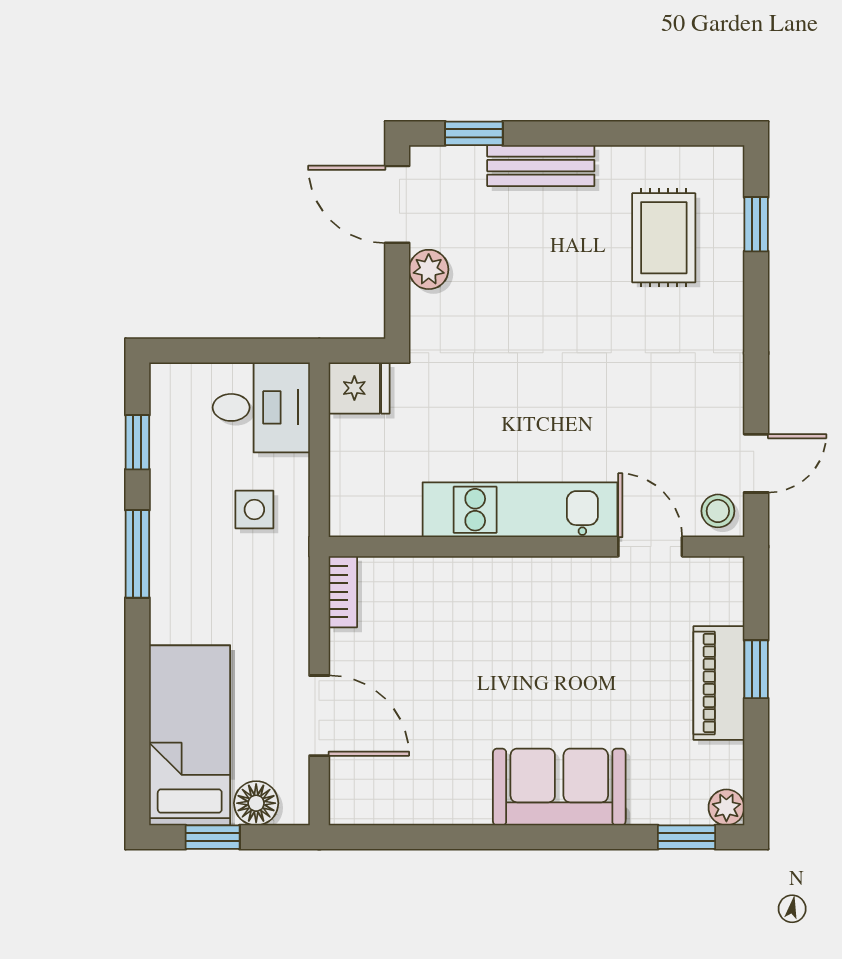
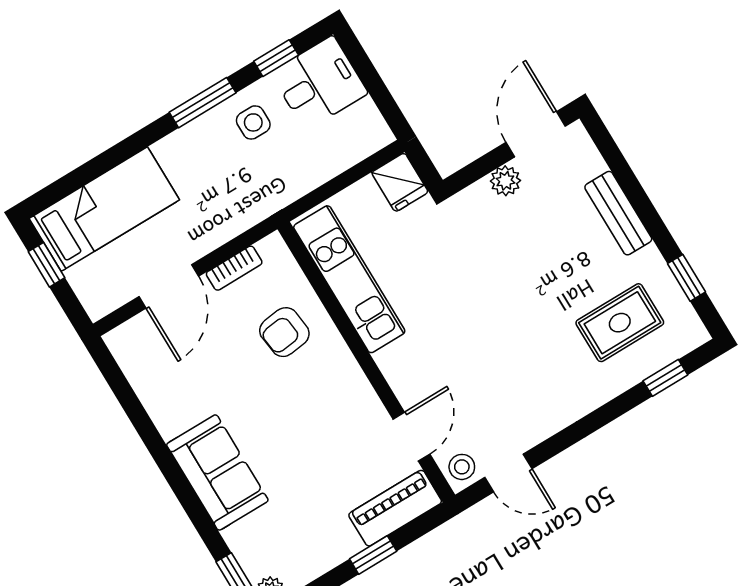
window: (474, 133) -> (686, 278), moved
desk: (261, 407) -> (319, 83), moved, turned -90
side table: (254, 509) -> (253, 122), moved
kitchen unit: (520, 510) -> (349, 279), moved
bookcase: (343, 592) -> (234, 268), moved
armchair: (448, 618) -> (284, 332), added
piano: (719, 683) -> (395, 508), moved
floor lamp: (256, 803) -> (86, 280), removed

